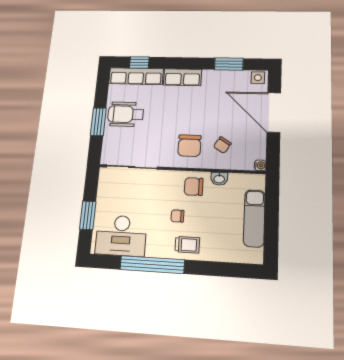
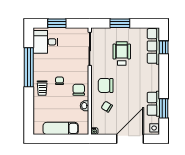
row of seats: (182, 77) -> (153, 104), moved
wheelchair: (126, 114) -> (122, 53), moved
desk: (121, 236) -> (45, 42), width x0.73

